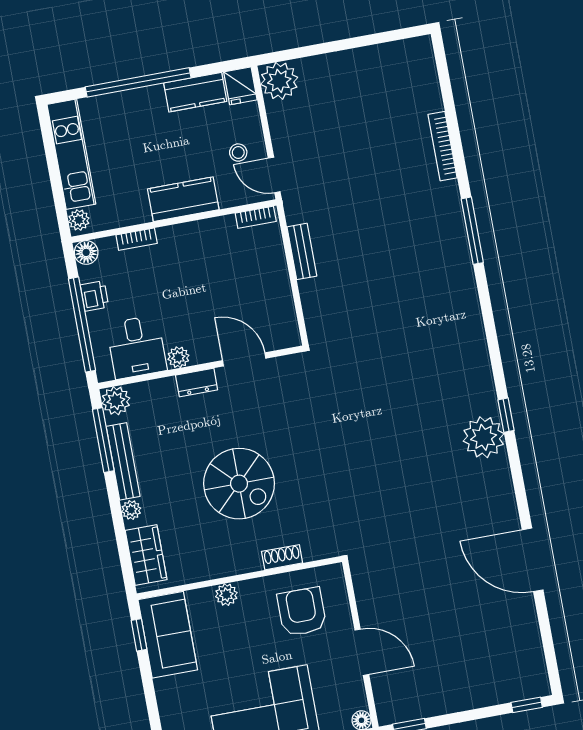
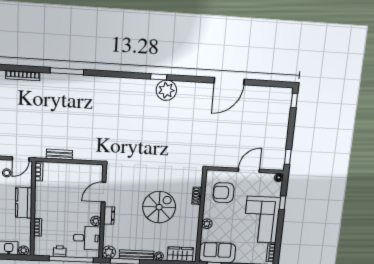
floor lamp: (86, 252) -> (39, 251), removed

